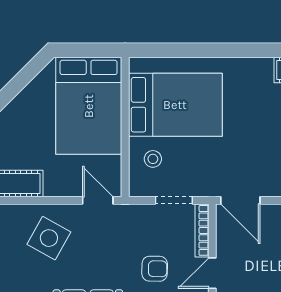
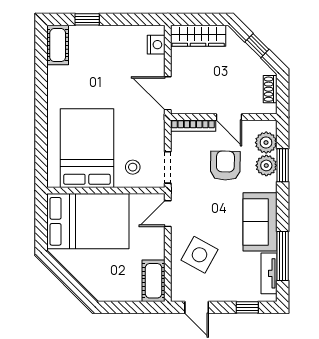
doorway: (174, 200) -> (168, 167), moved
door: (240, 200) -> (168, 93), swing flipped
armchair: (155, 269) -> (225, 166), width x1.38, depth x1.38

